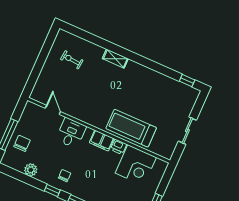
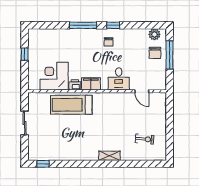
treadmill: (131, 128) -> (71, 105), turned 180
plant: (31, 170) -> (154, 34), moved

